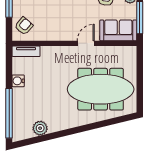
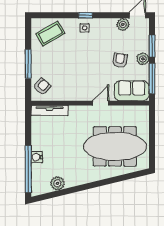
tv unit: (26, 51) -> (50, 111), width x1.41
water cooler: (18, 81) -> (37, 157), moved

